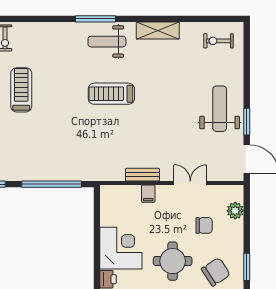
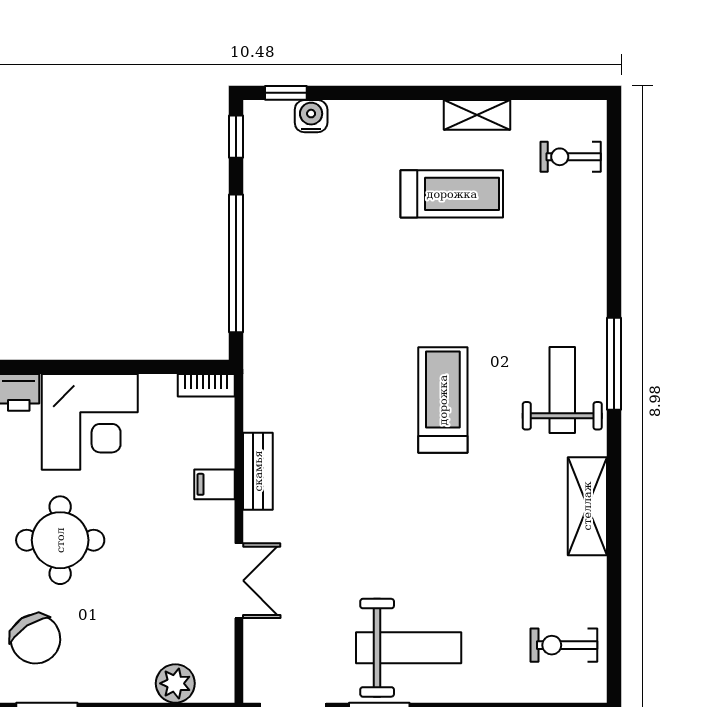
exercise bike: (218, 41) -> (564, 645), turned -90
bookcase: (105, 197) -> (206, 385), added
chair: (204, 225) -> (142, 612), removed

